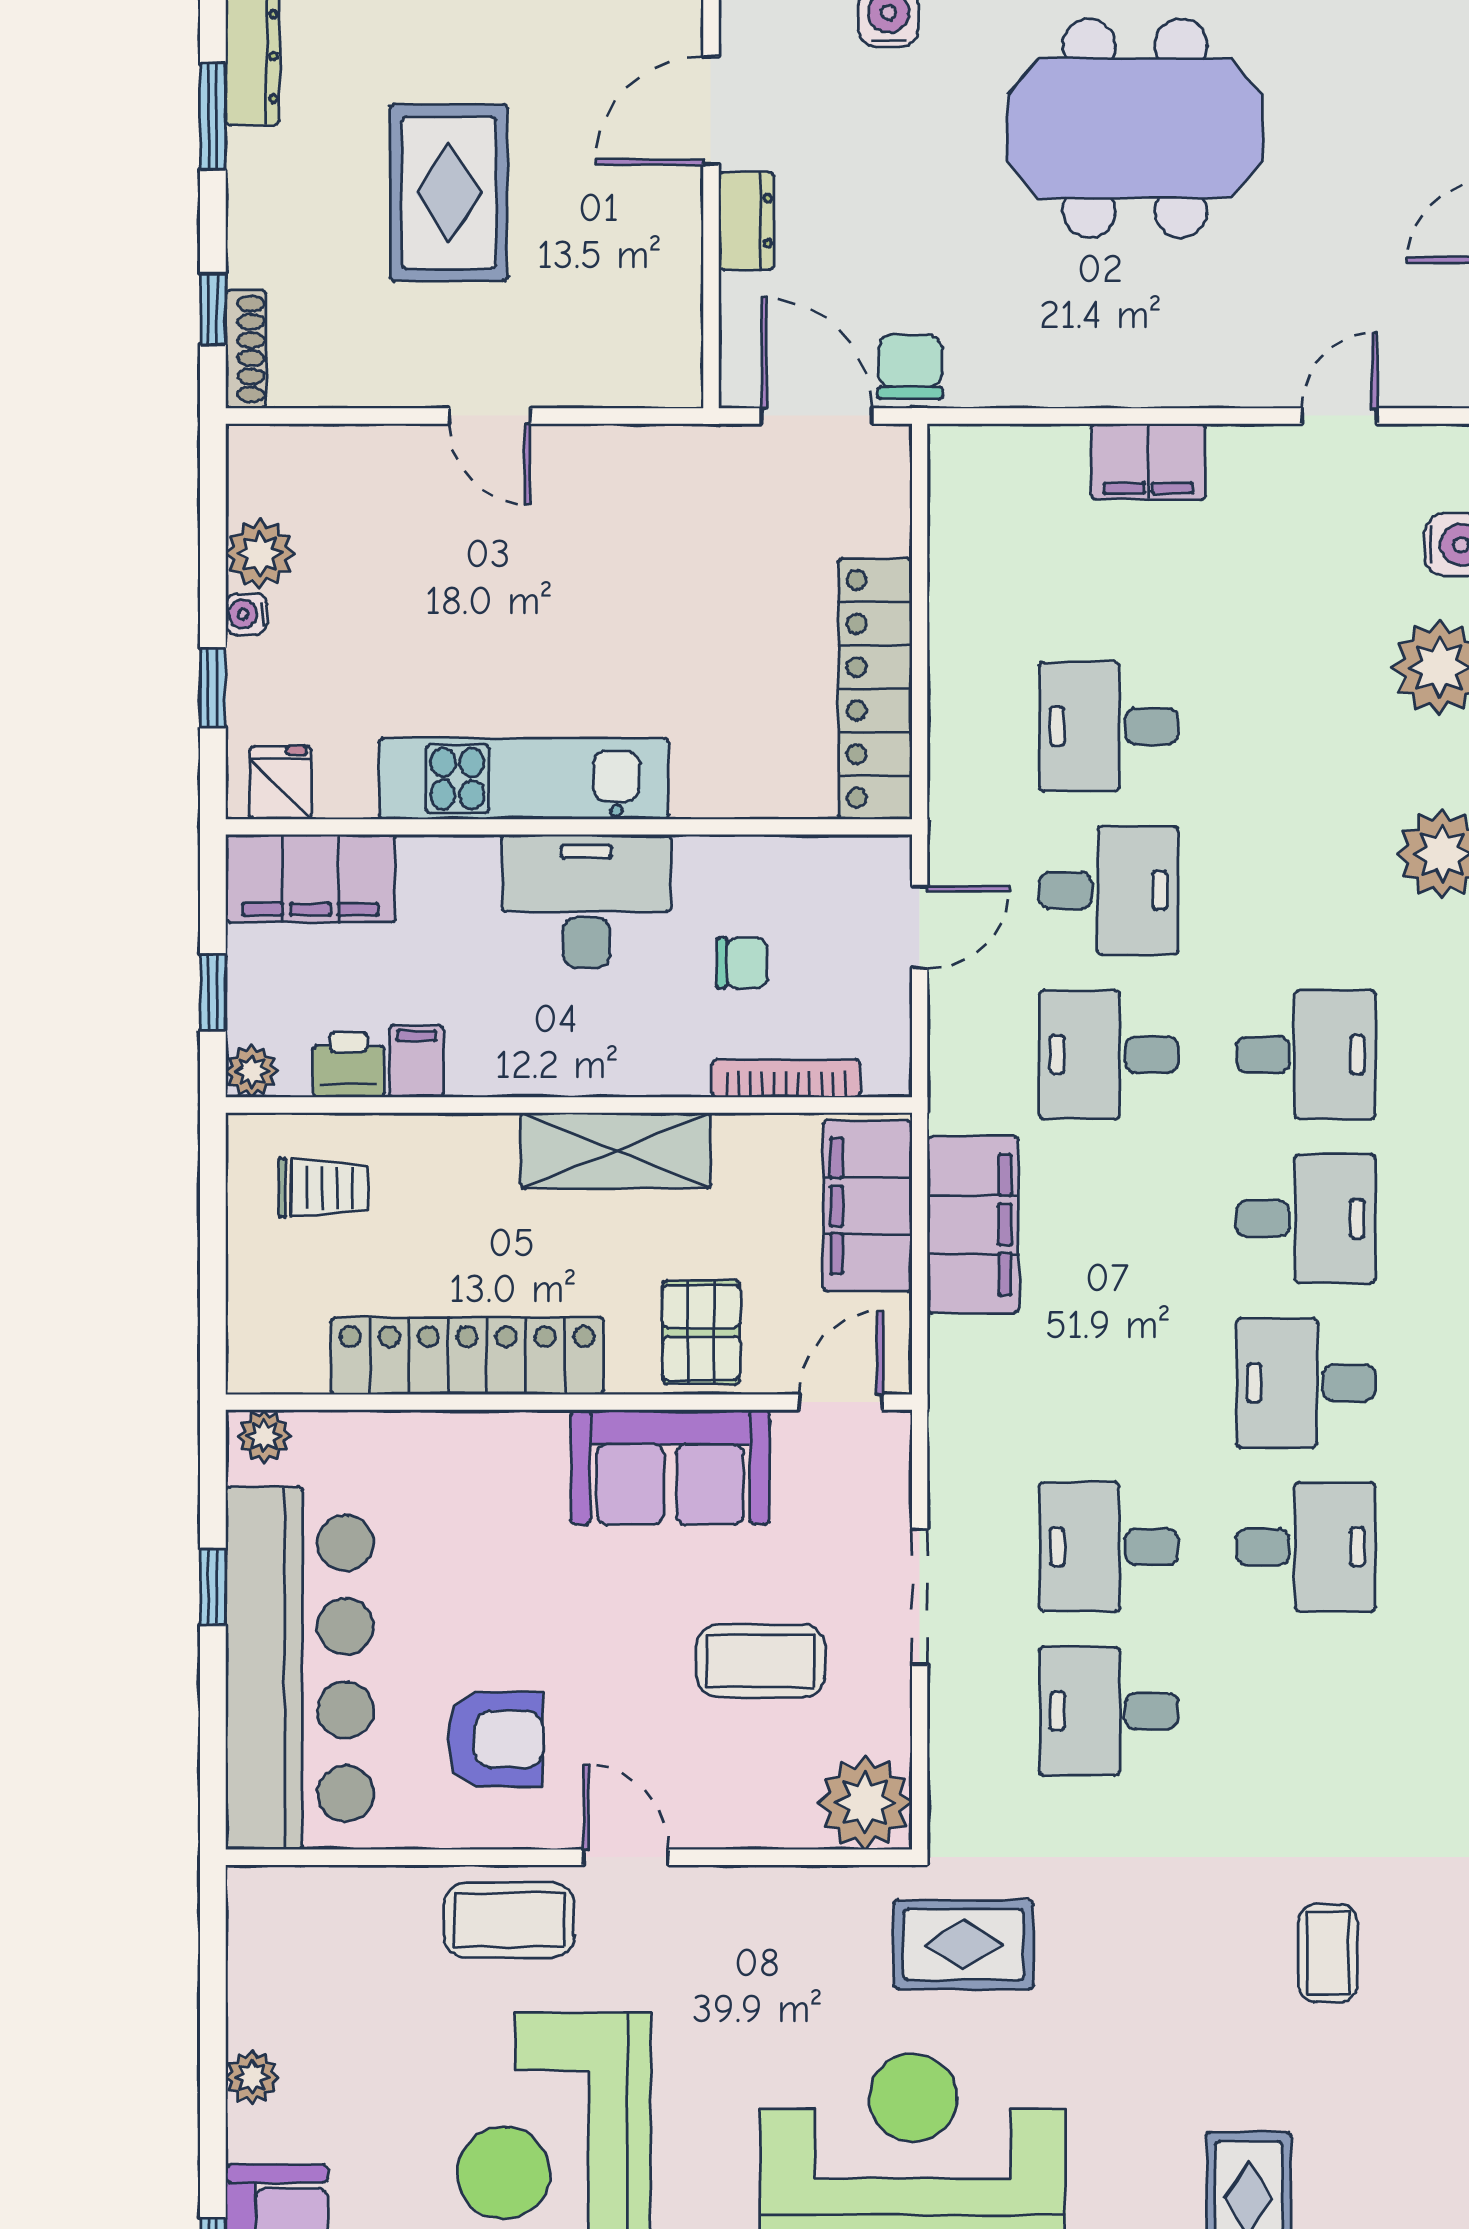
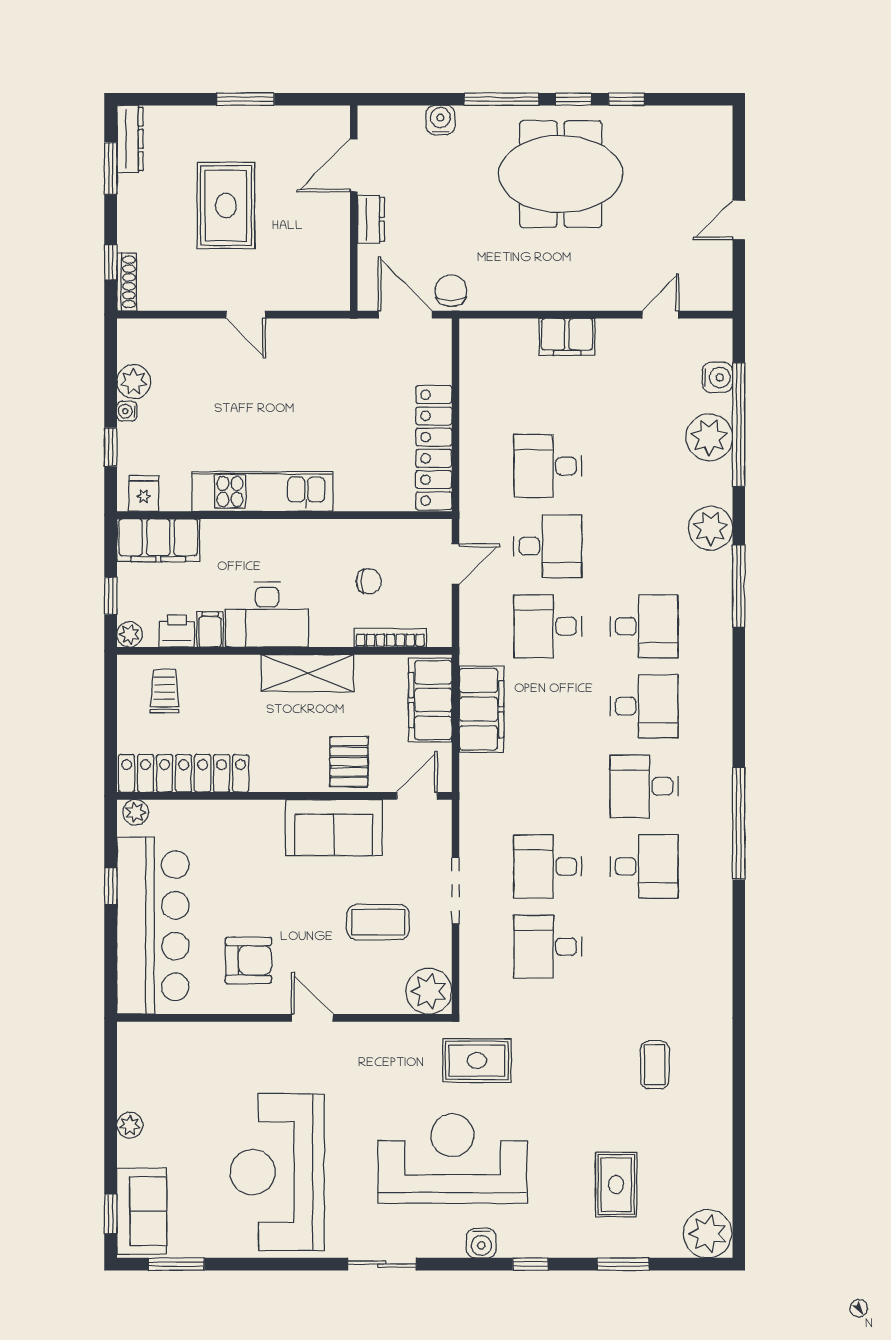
desk: (586, 901) -> (267, 615), moved, turned 180
trolley: (323, 1188) -> (165, 691), turned -90
locker: (467, 1356) -> (184, 773), moved
coffee table: (509, 1920) -> (255, 1049), removed

